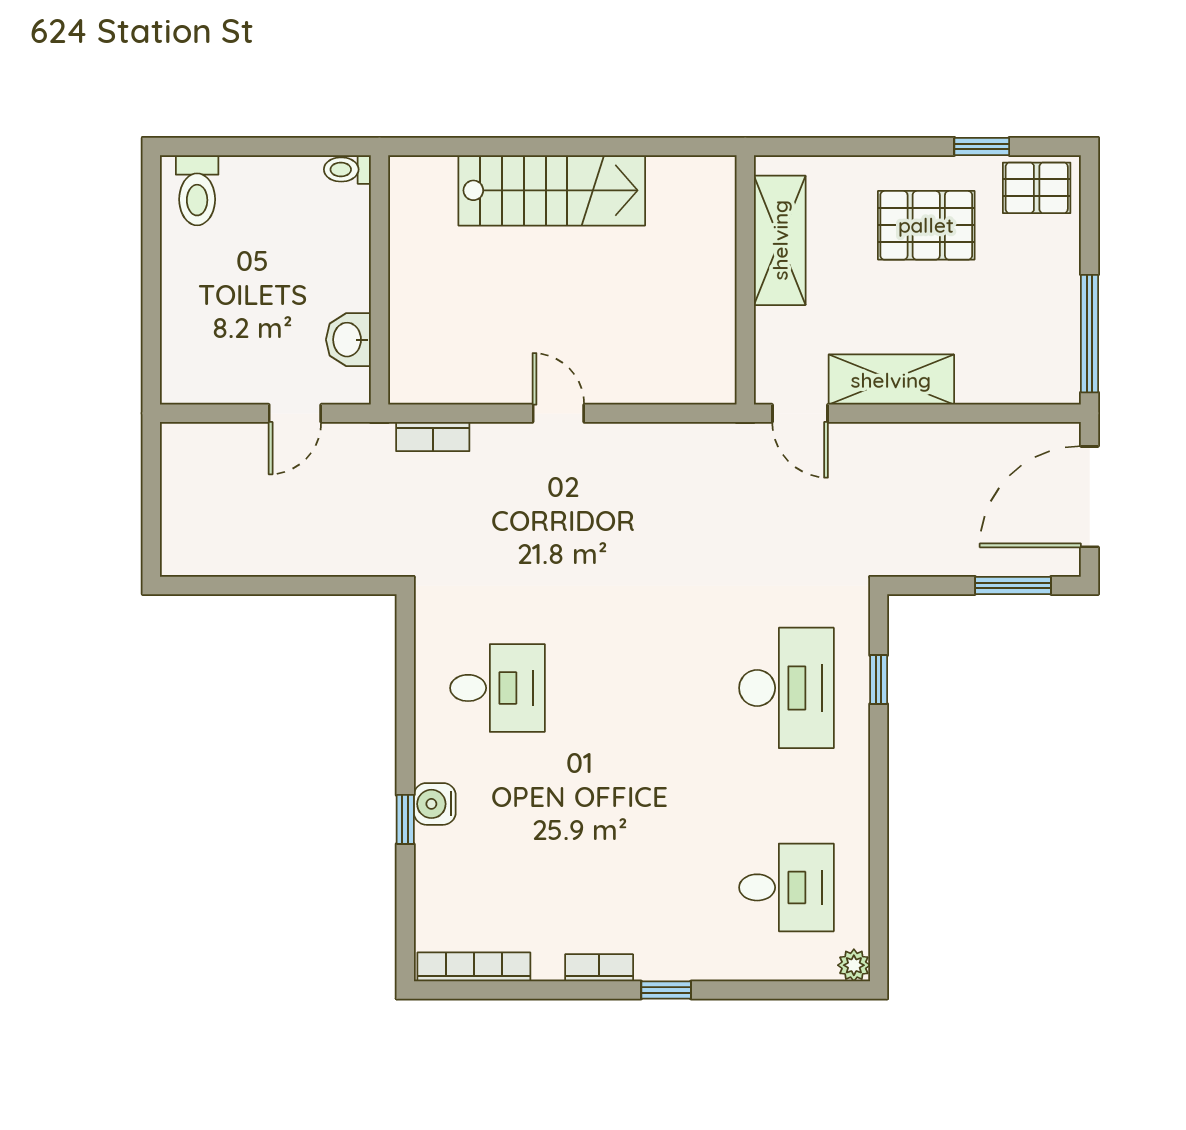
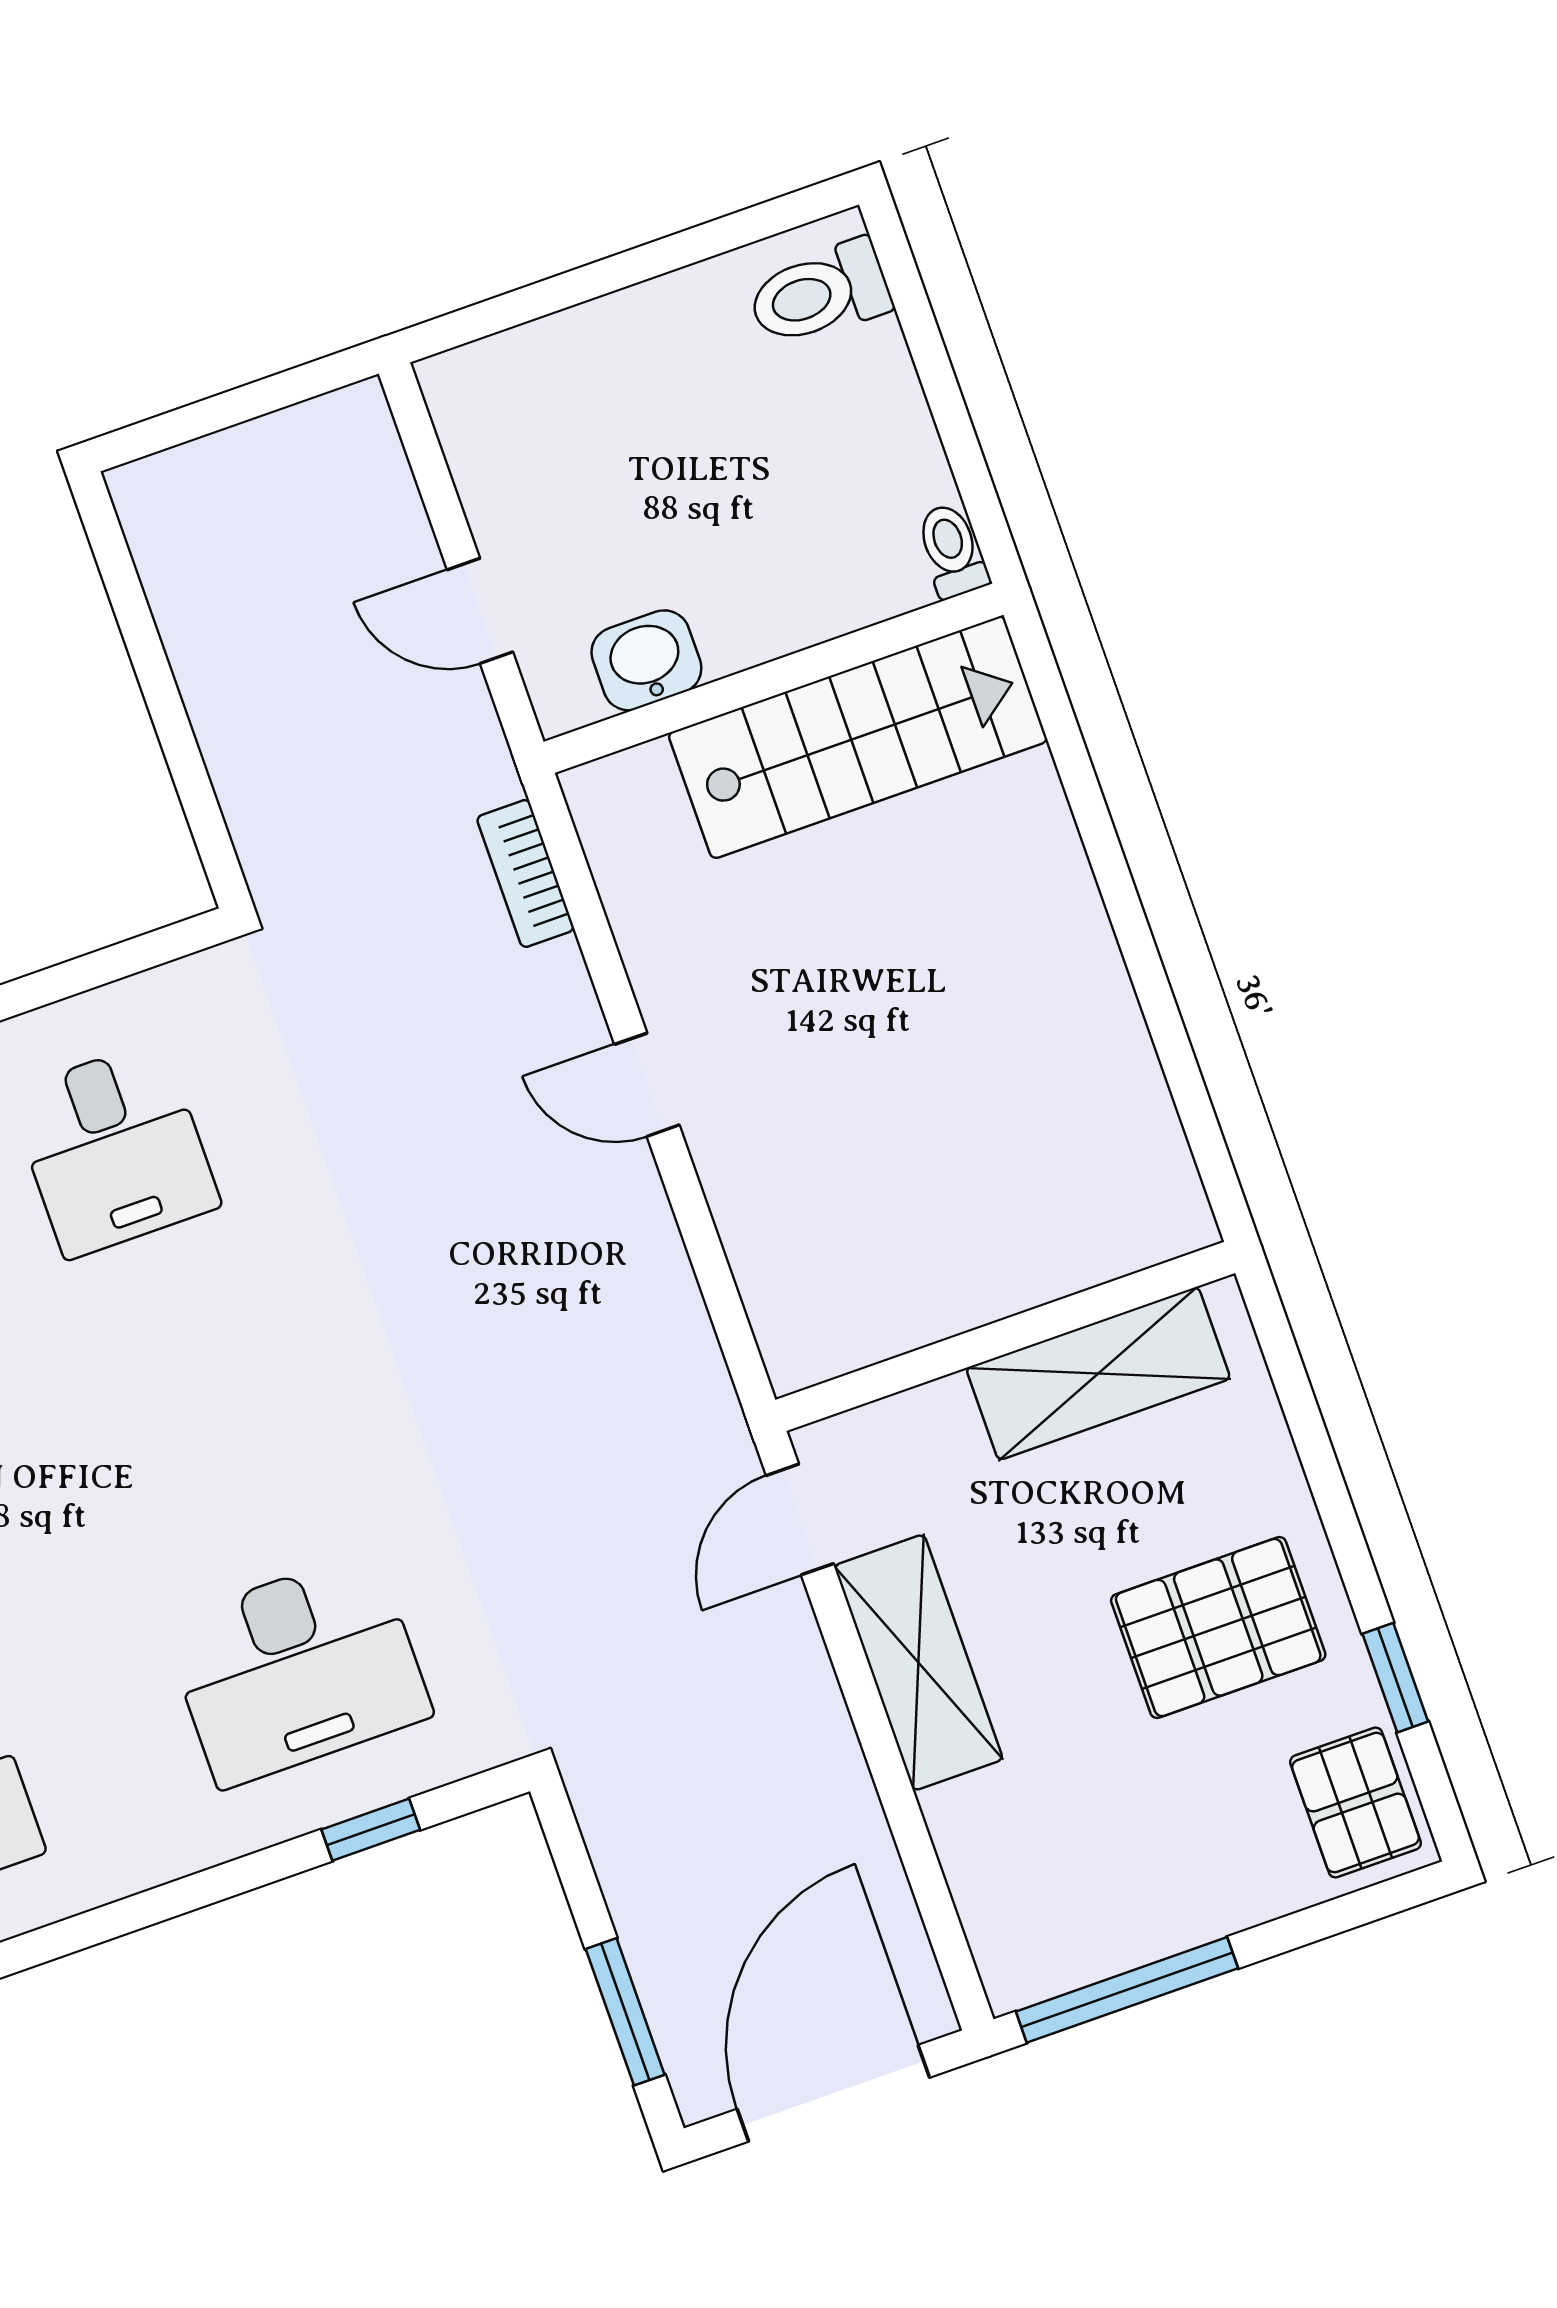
stairs: (552, 190) -> (858, 737), moved, turned -90
pallet: (926, 225) -> (1218, 1628), turned 90
door: (558, 413) -> (647, 1085), swing flipped
door: (1090, 497) -> (833, 2093), hinge flipped

